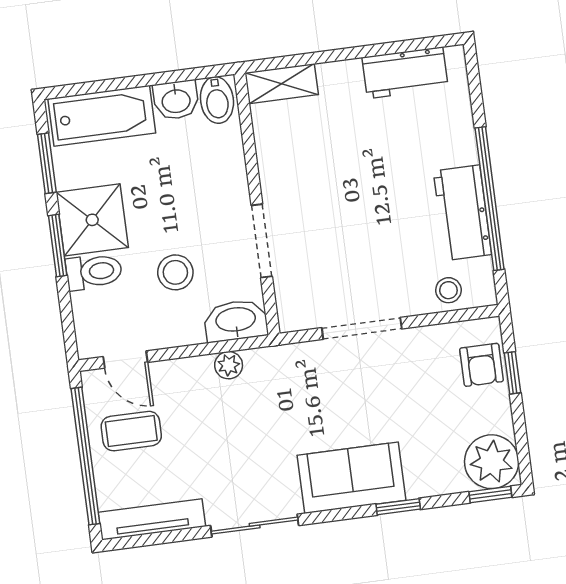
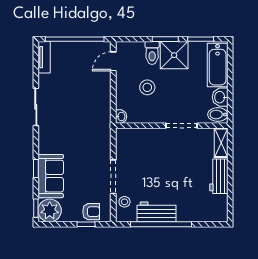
workbench: (405, 73) -> (219, 176), moved
doorway: (262, 241) -> (181, 126), moved
washbasin: (236, 321) -> (121, 116), width x0.52, depth x0.69
doorway: (362, 328) -> (113, 177), moved
plant: (229, 365) -> (105, 105), removed
armchair: (481, 365) -> (91, 212), turned 180
coffee table: (131, 431) -> (83, 60), removed
sofa: (351, 478) -> (51, 176), moved
tv unit: (152, 519) -> (44, 57), width x0.71

